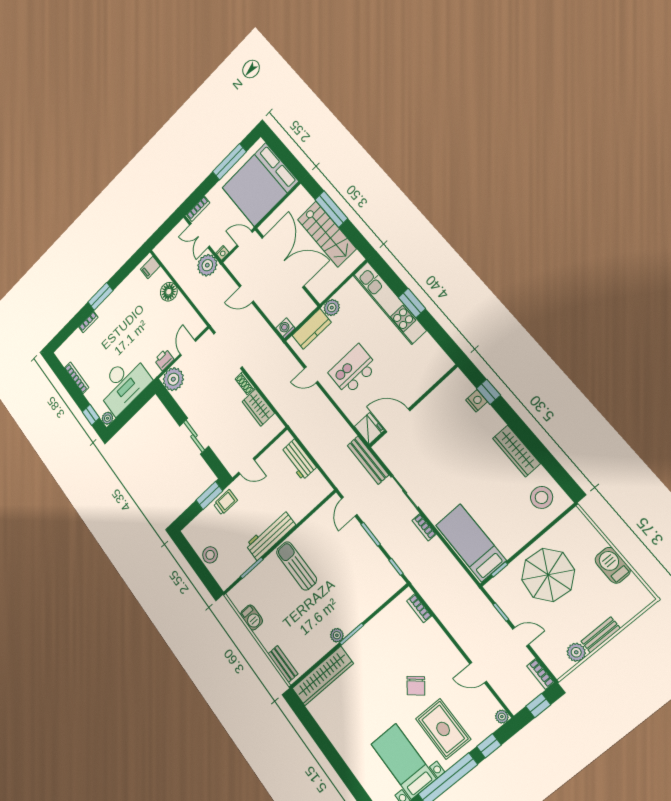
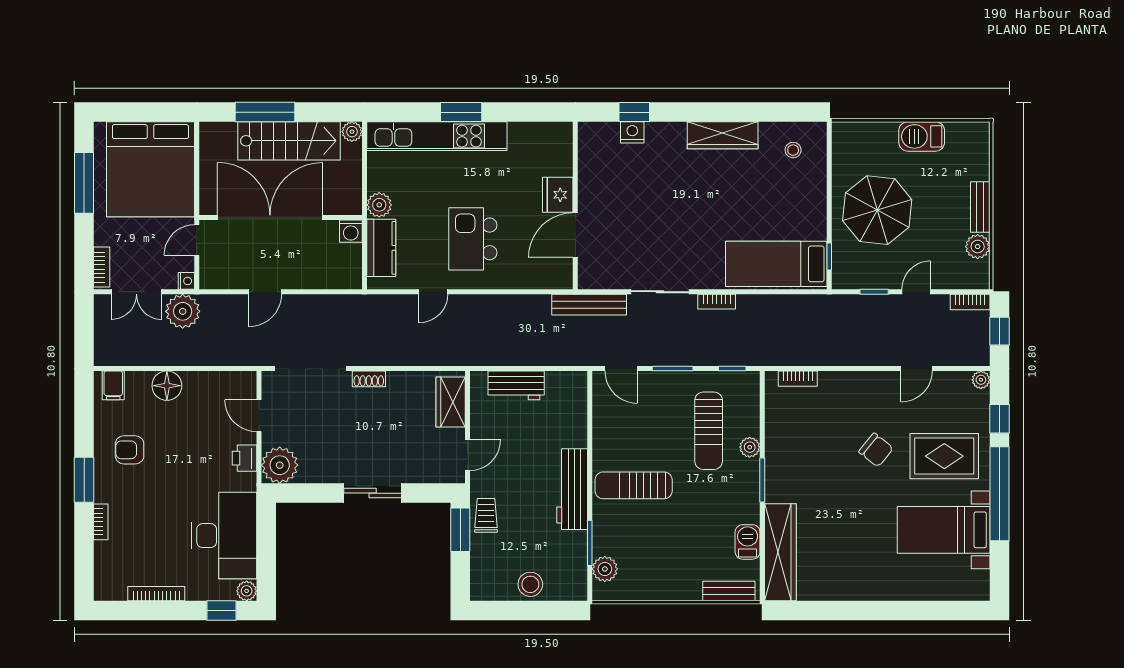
plant: (357, 259) -> (352, 132), added
armchair: (128, 303) -> (130, 450), added
washing machine: (285, 328) -> (351, 231), moved, turned -90
wardrobe: (258, 407) -> (451, 402), moved, turned 90
fridge: (369, 428) -> (558, 195), moved, turned -90
stool: (542, 497) -> (793, 150), width x0.53, depth x0.53
sun lounger: (354, 582) -> (709, 431), added
plant: (245, 587) -> (605, 569), added
barbecue: (252, 617) -> (748, 542), moved, turned -90
plant: (337, 635) -> (750, 447), moved

